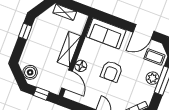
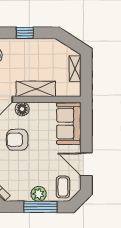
window: (25, 31) -> (25, 33), moved
armchair: (111, 71) -> (17, 140), moved

